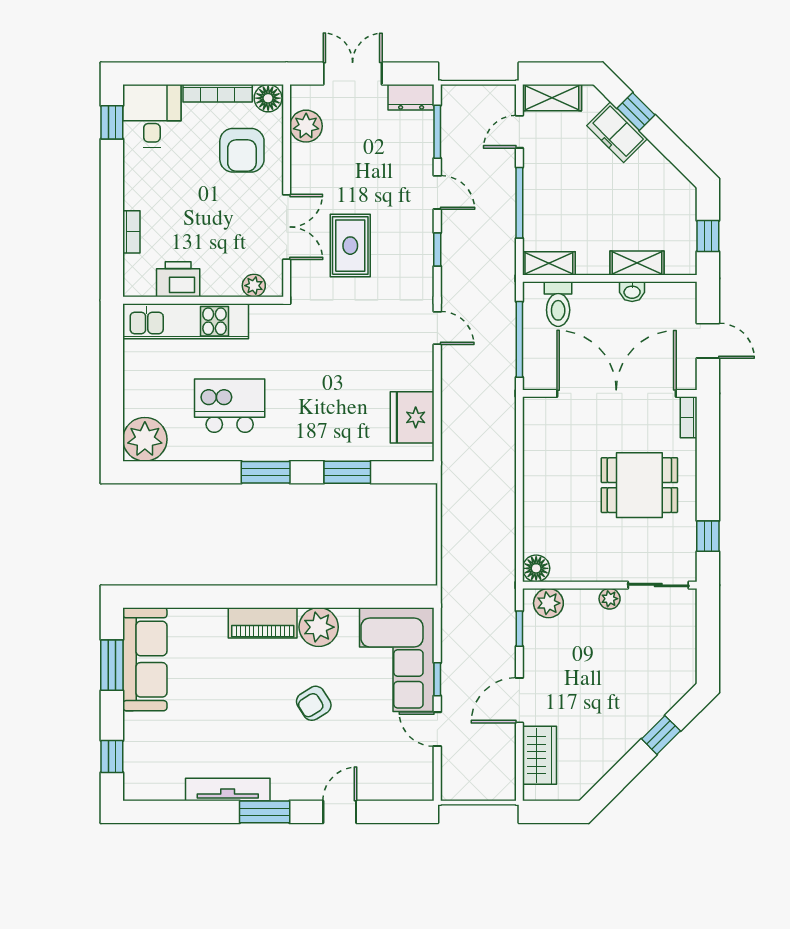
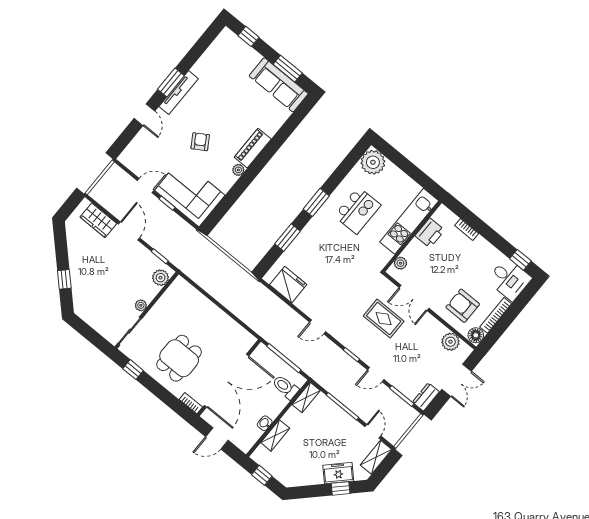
floor lamp: (536, 568) -> (180, 285), removed
plant: (319, 627) -> (238, 170), width x0.53, depth x0.53
tv unit: (228, 789) -> (179, 93), moved

